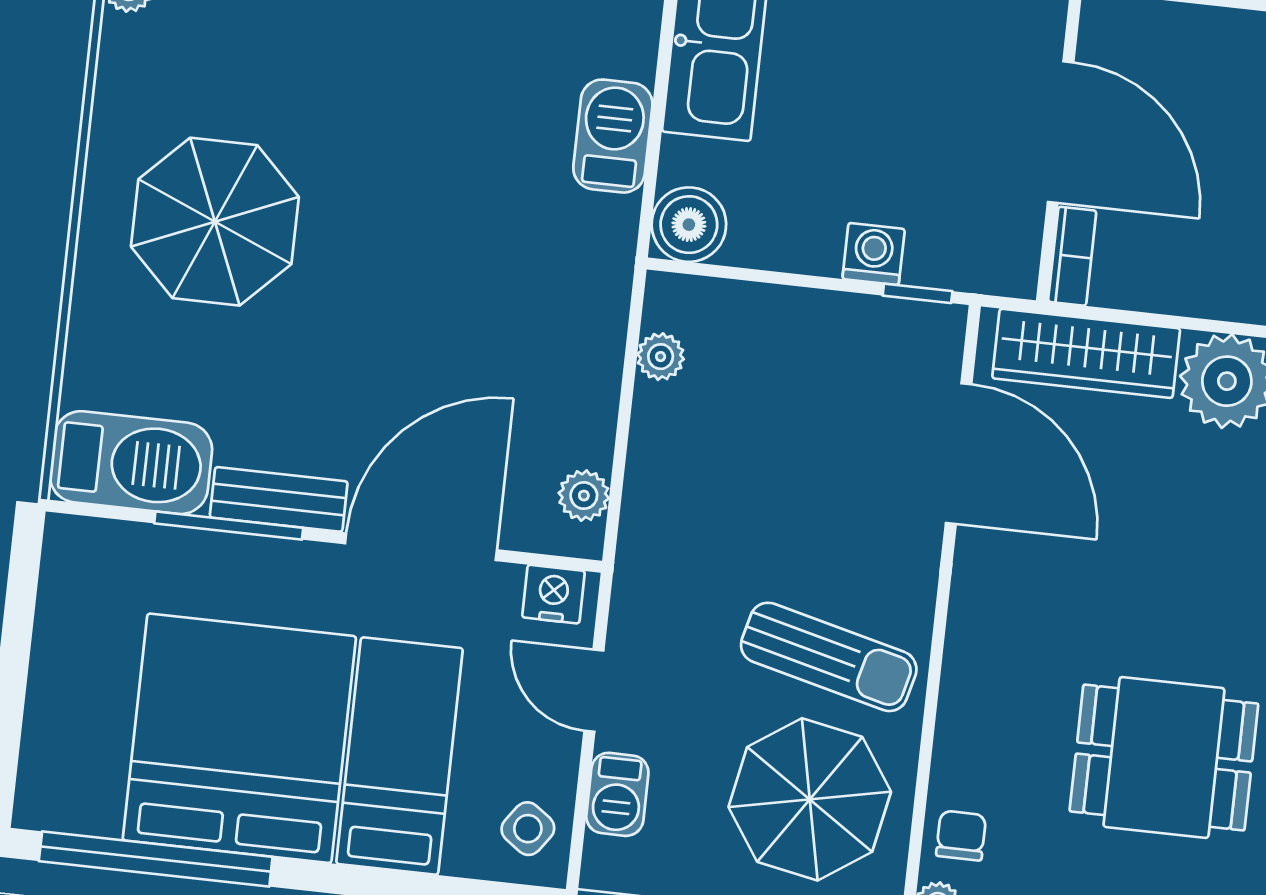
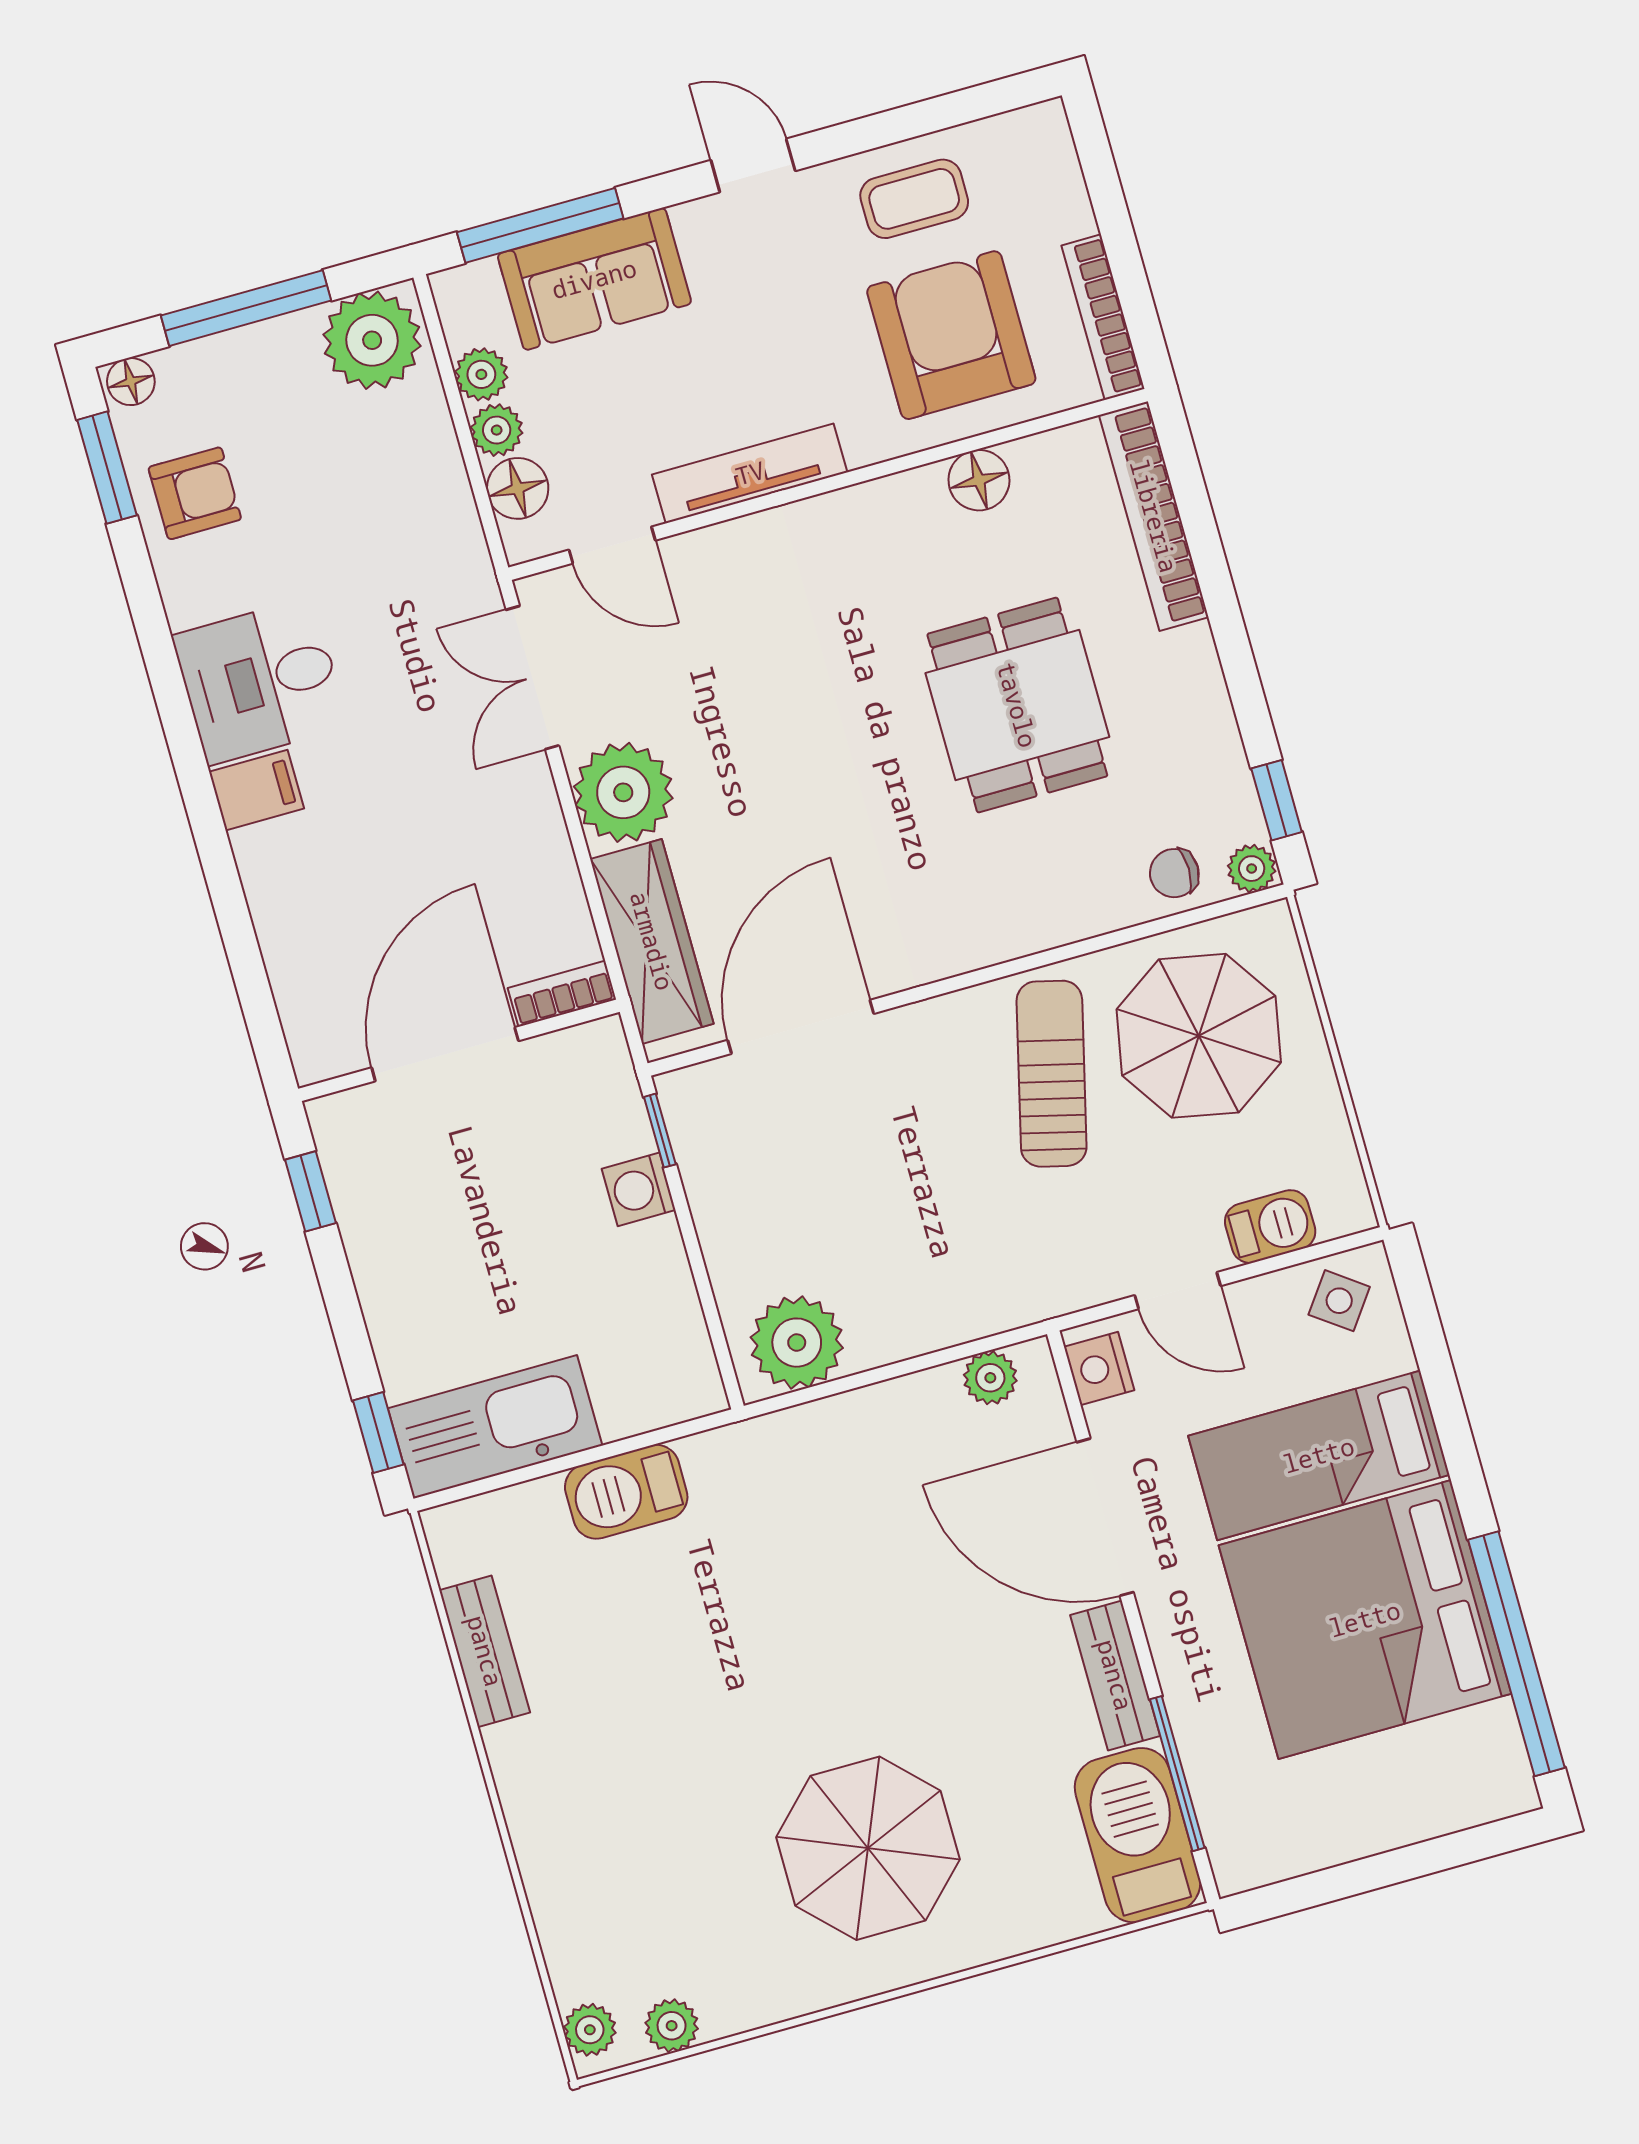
boiler: (689, 225) -> (683, 1382), removed
plant: (661, 357) -> (797, 1343), width x1.88, depth x1.88
window: (229, 526) -> (1177, 1774), moved
door: (594, 691) -> (1178, 1291), hinge flipped

